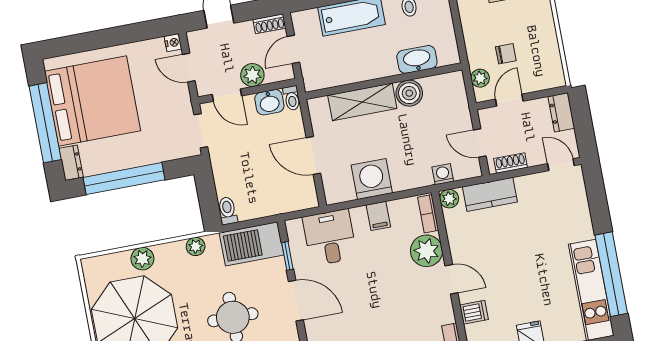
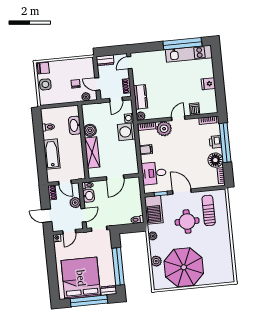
washing machine: (372, 179) -> (126, 132), moved
door: (296, 301) -> (182, 192), hinge flipped

